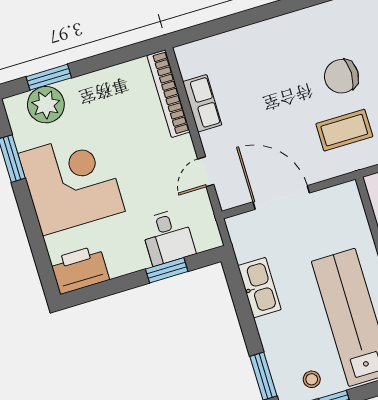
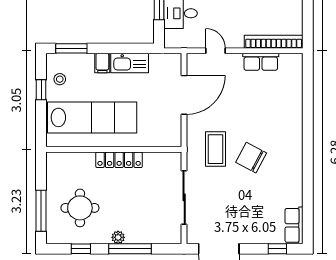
chair: (341, 76) -> (251, 158), turned -62
filing cabinet: (271, 326) -> (102, 63), added

